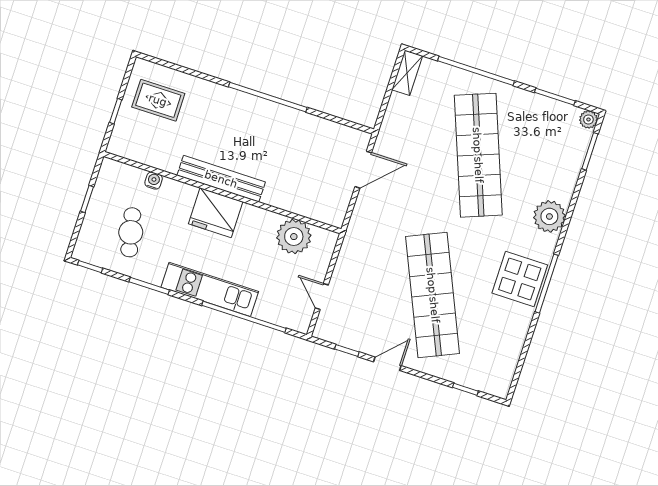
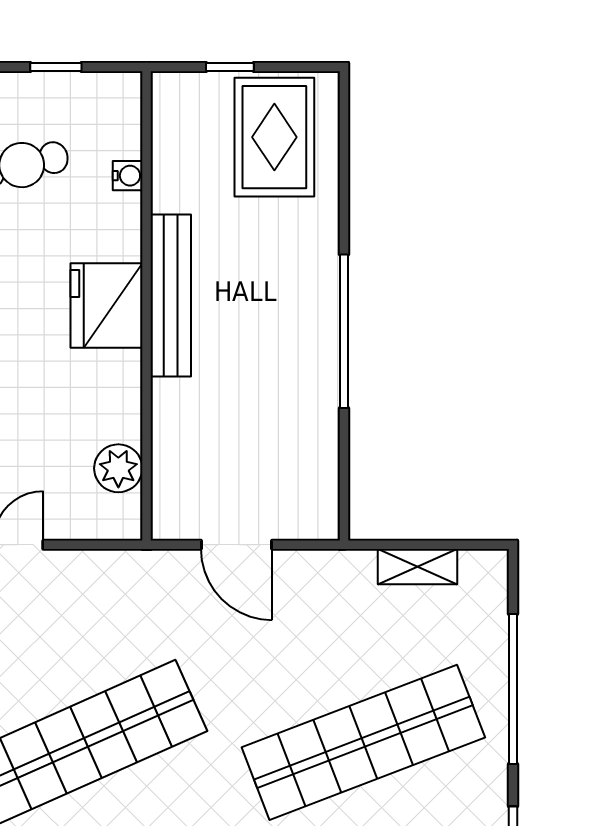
shelving: (407, 73) -> (418, 567), moved
rug: (158, 100) -> (274, 137), width x1.36, depth x1.43
door: (363, 170) -> (236, 545), moved
plant: (294, 237) -> (118, 468), width x0.73, depth x0.73

